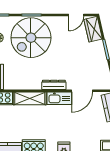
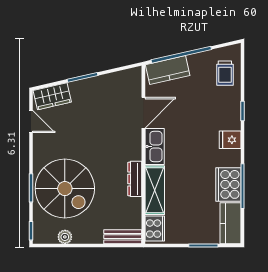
dresser: (54, 85) -> (135, 179), moved
door: (82, 91) -> (143, 113), hinge flipped

